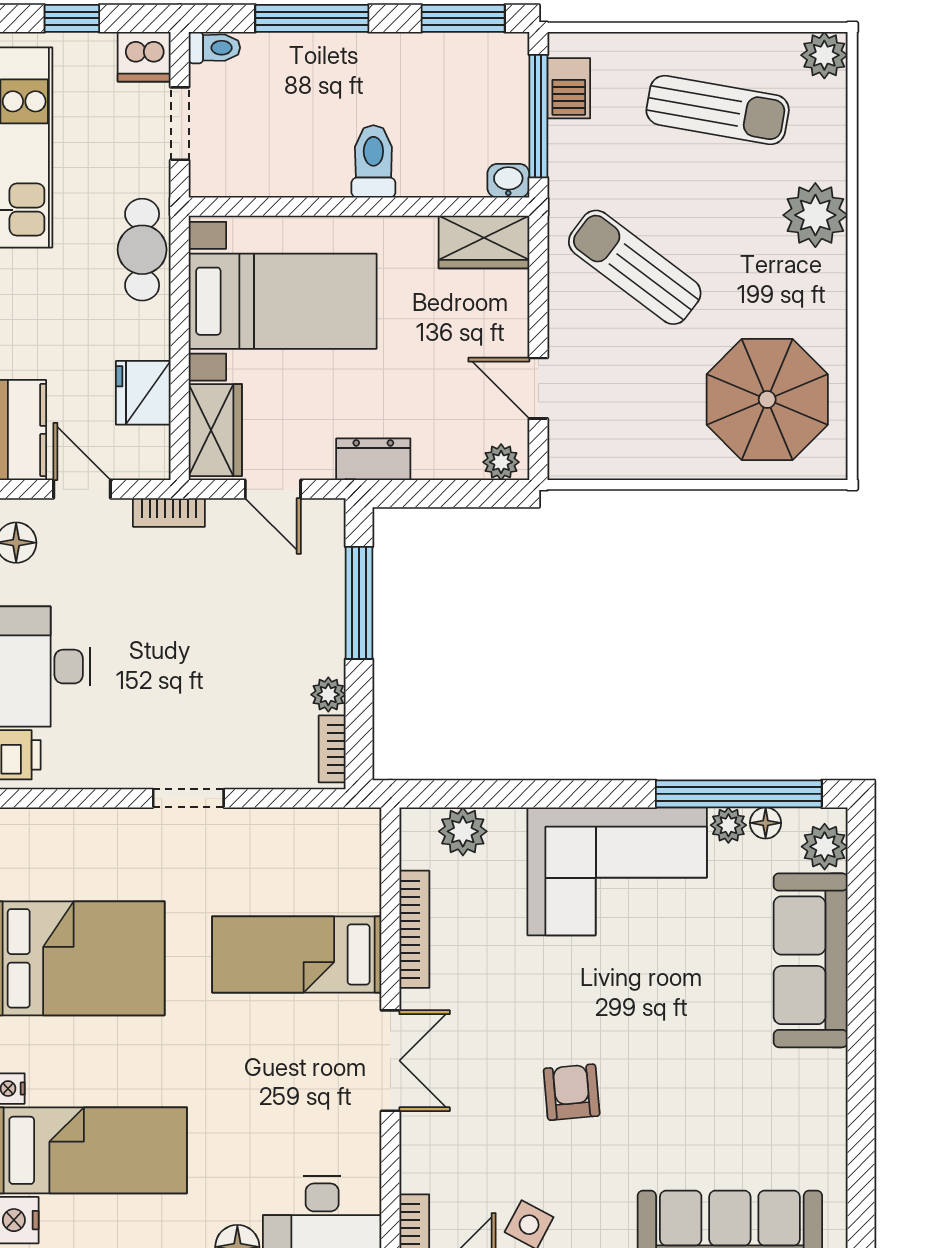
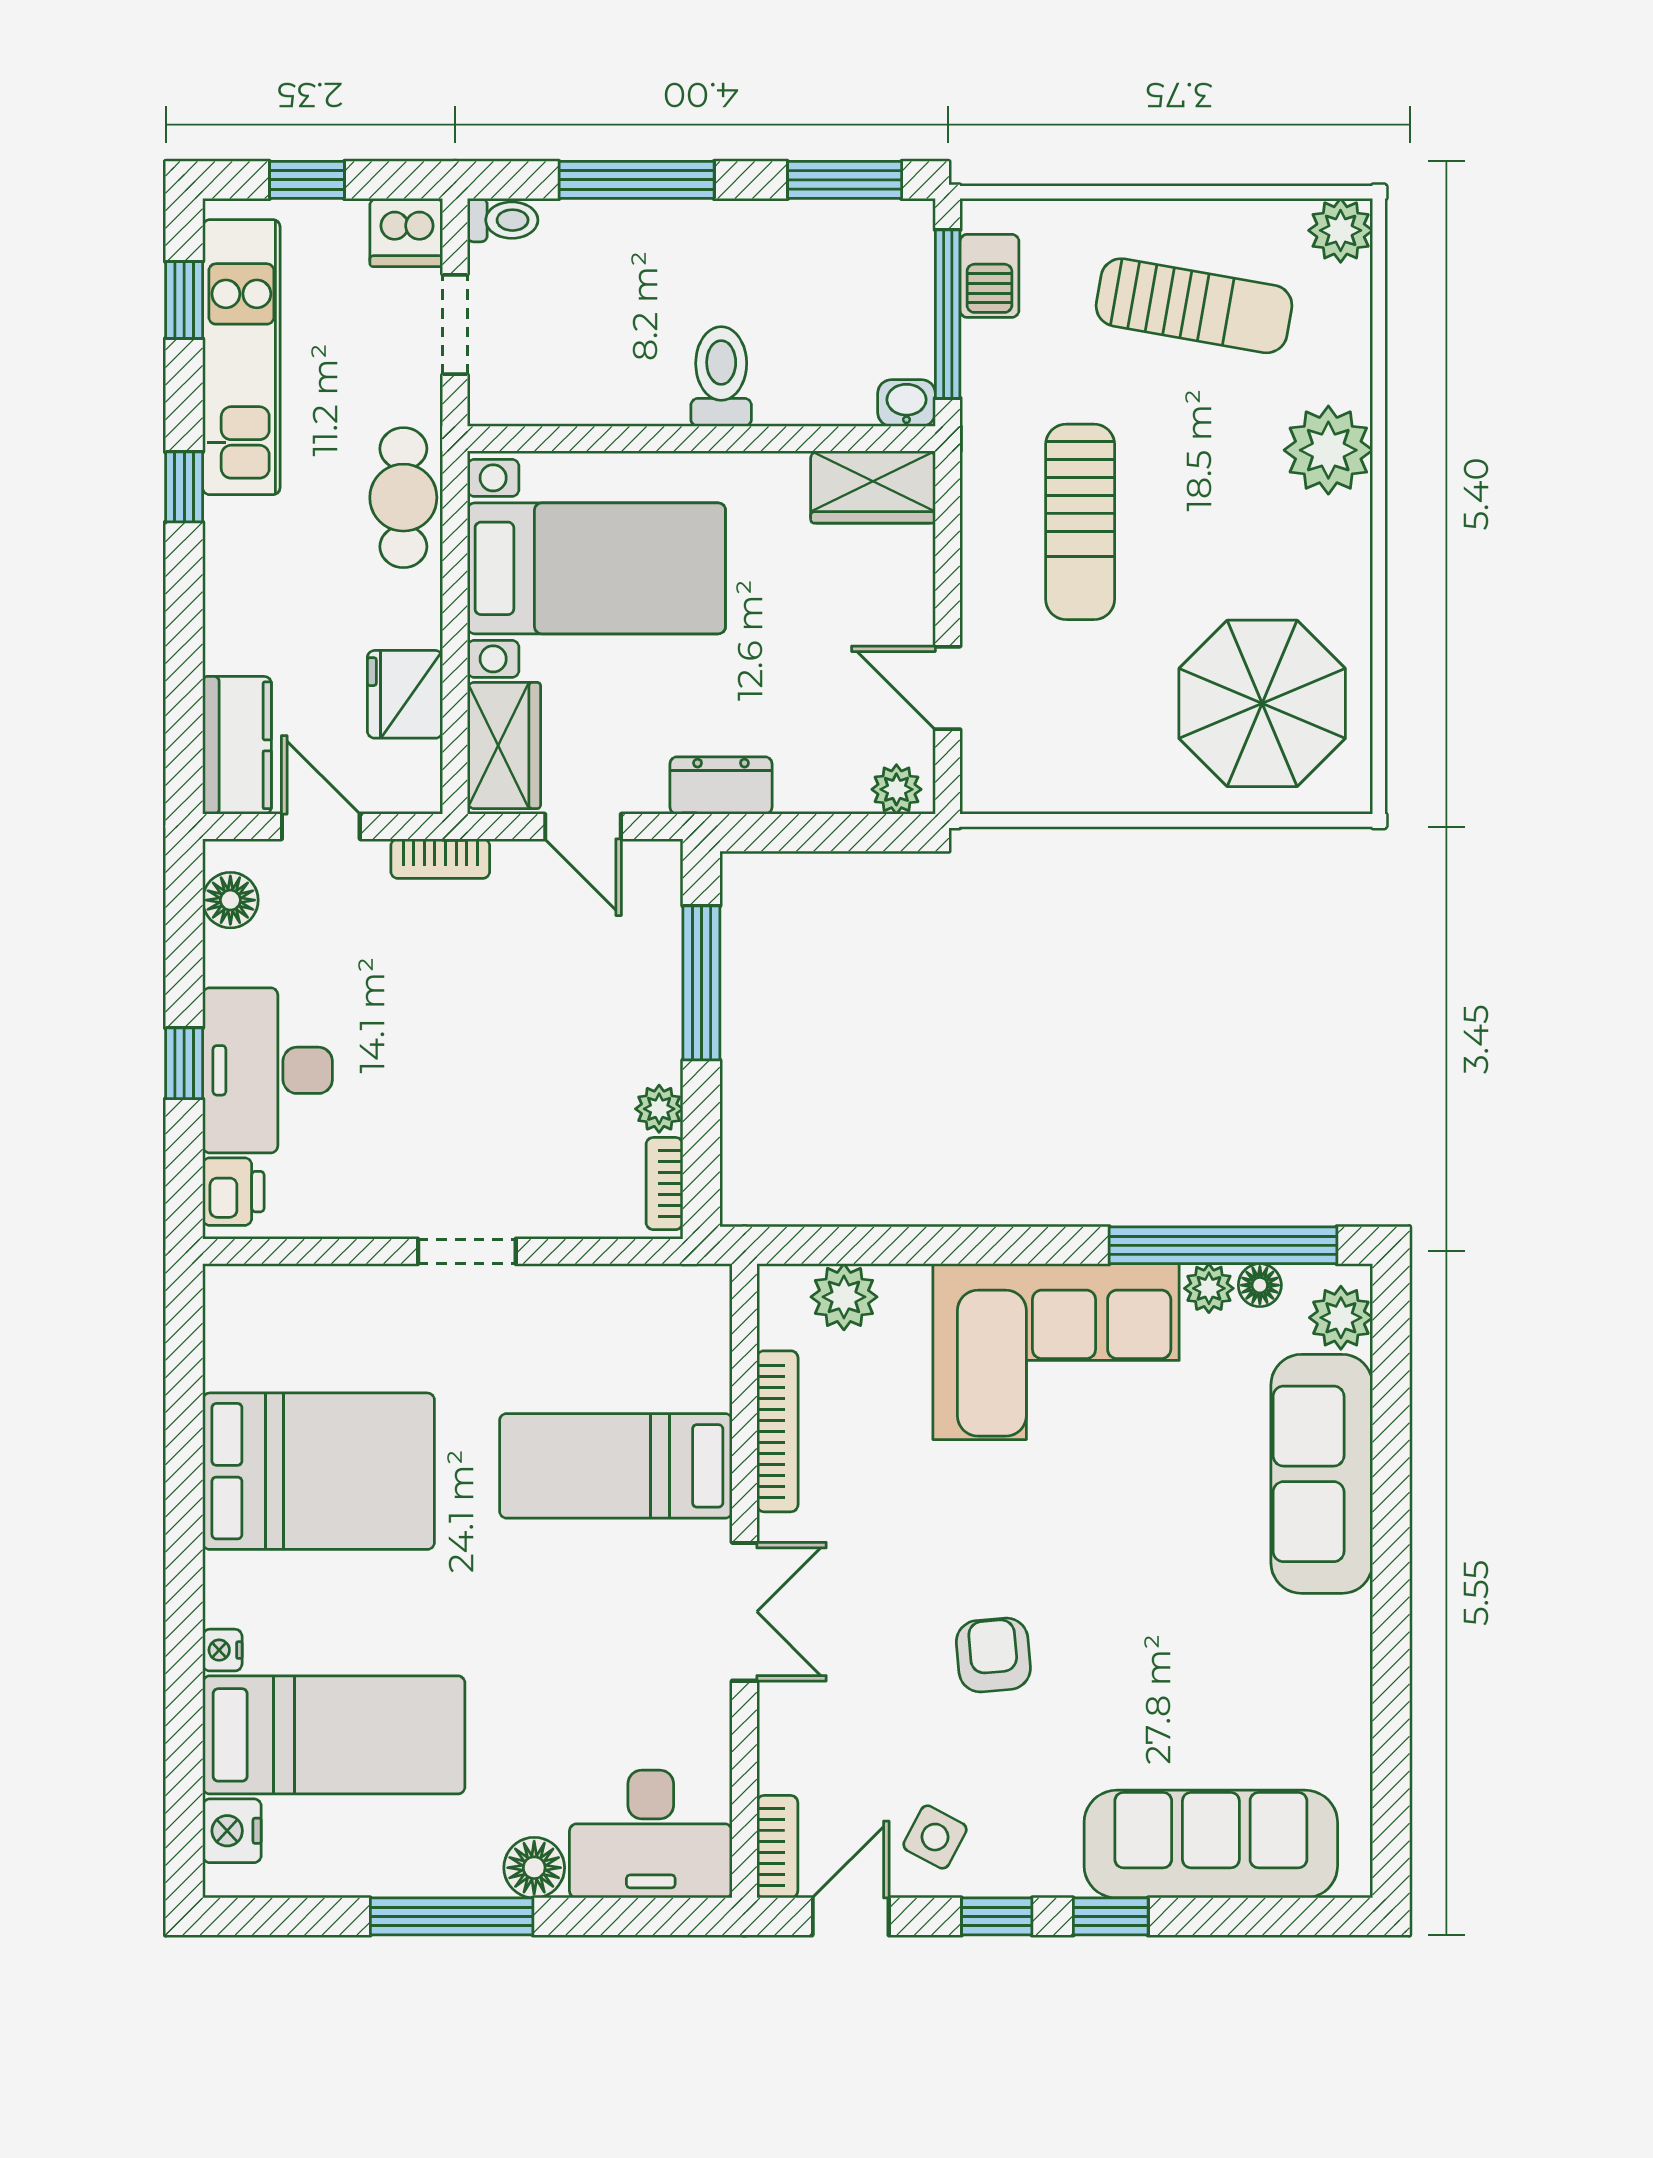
sun lounger: (635, 267) -> (1080, 522), turned -127

